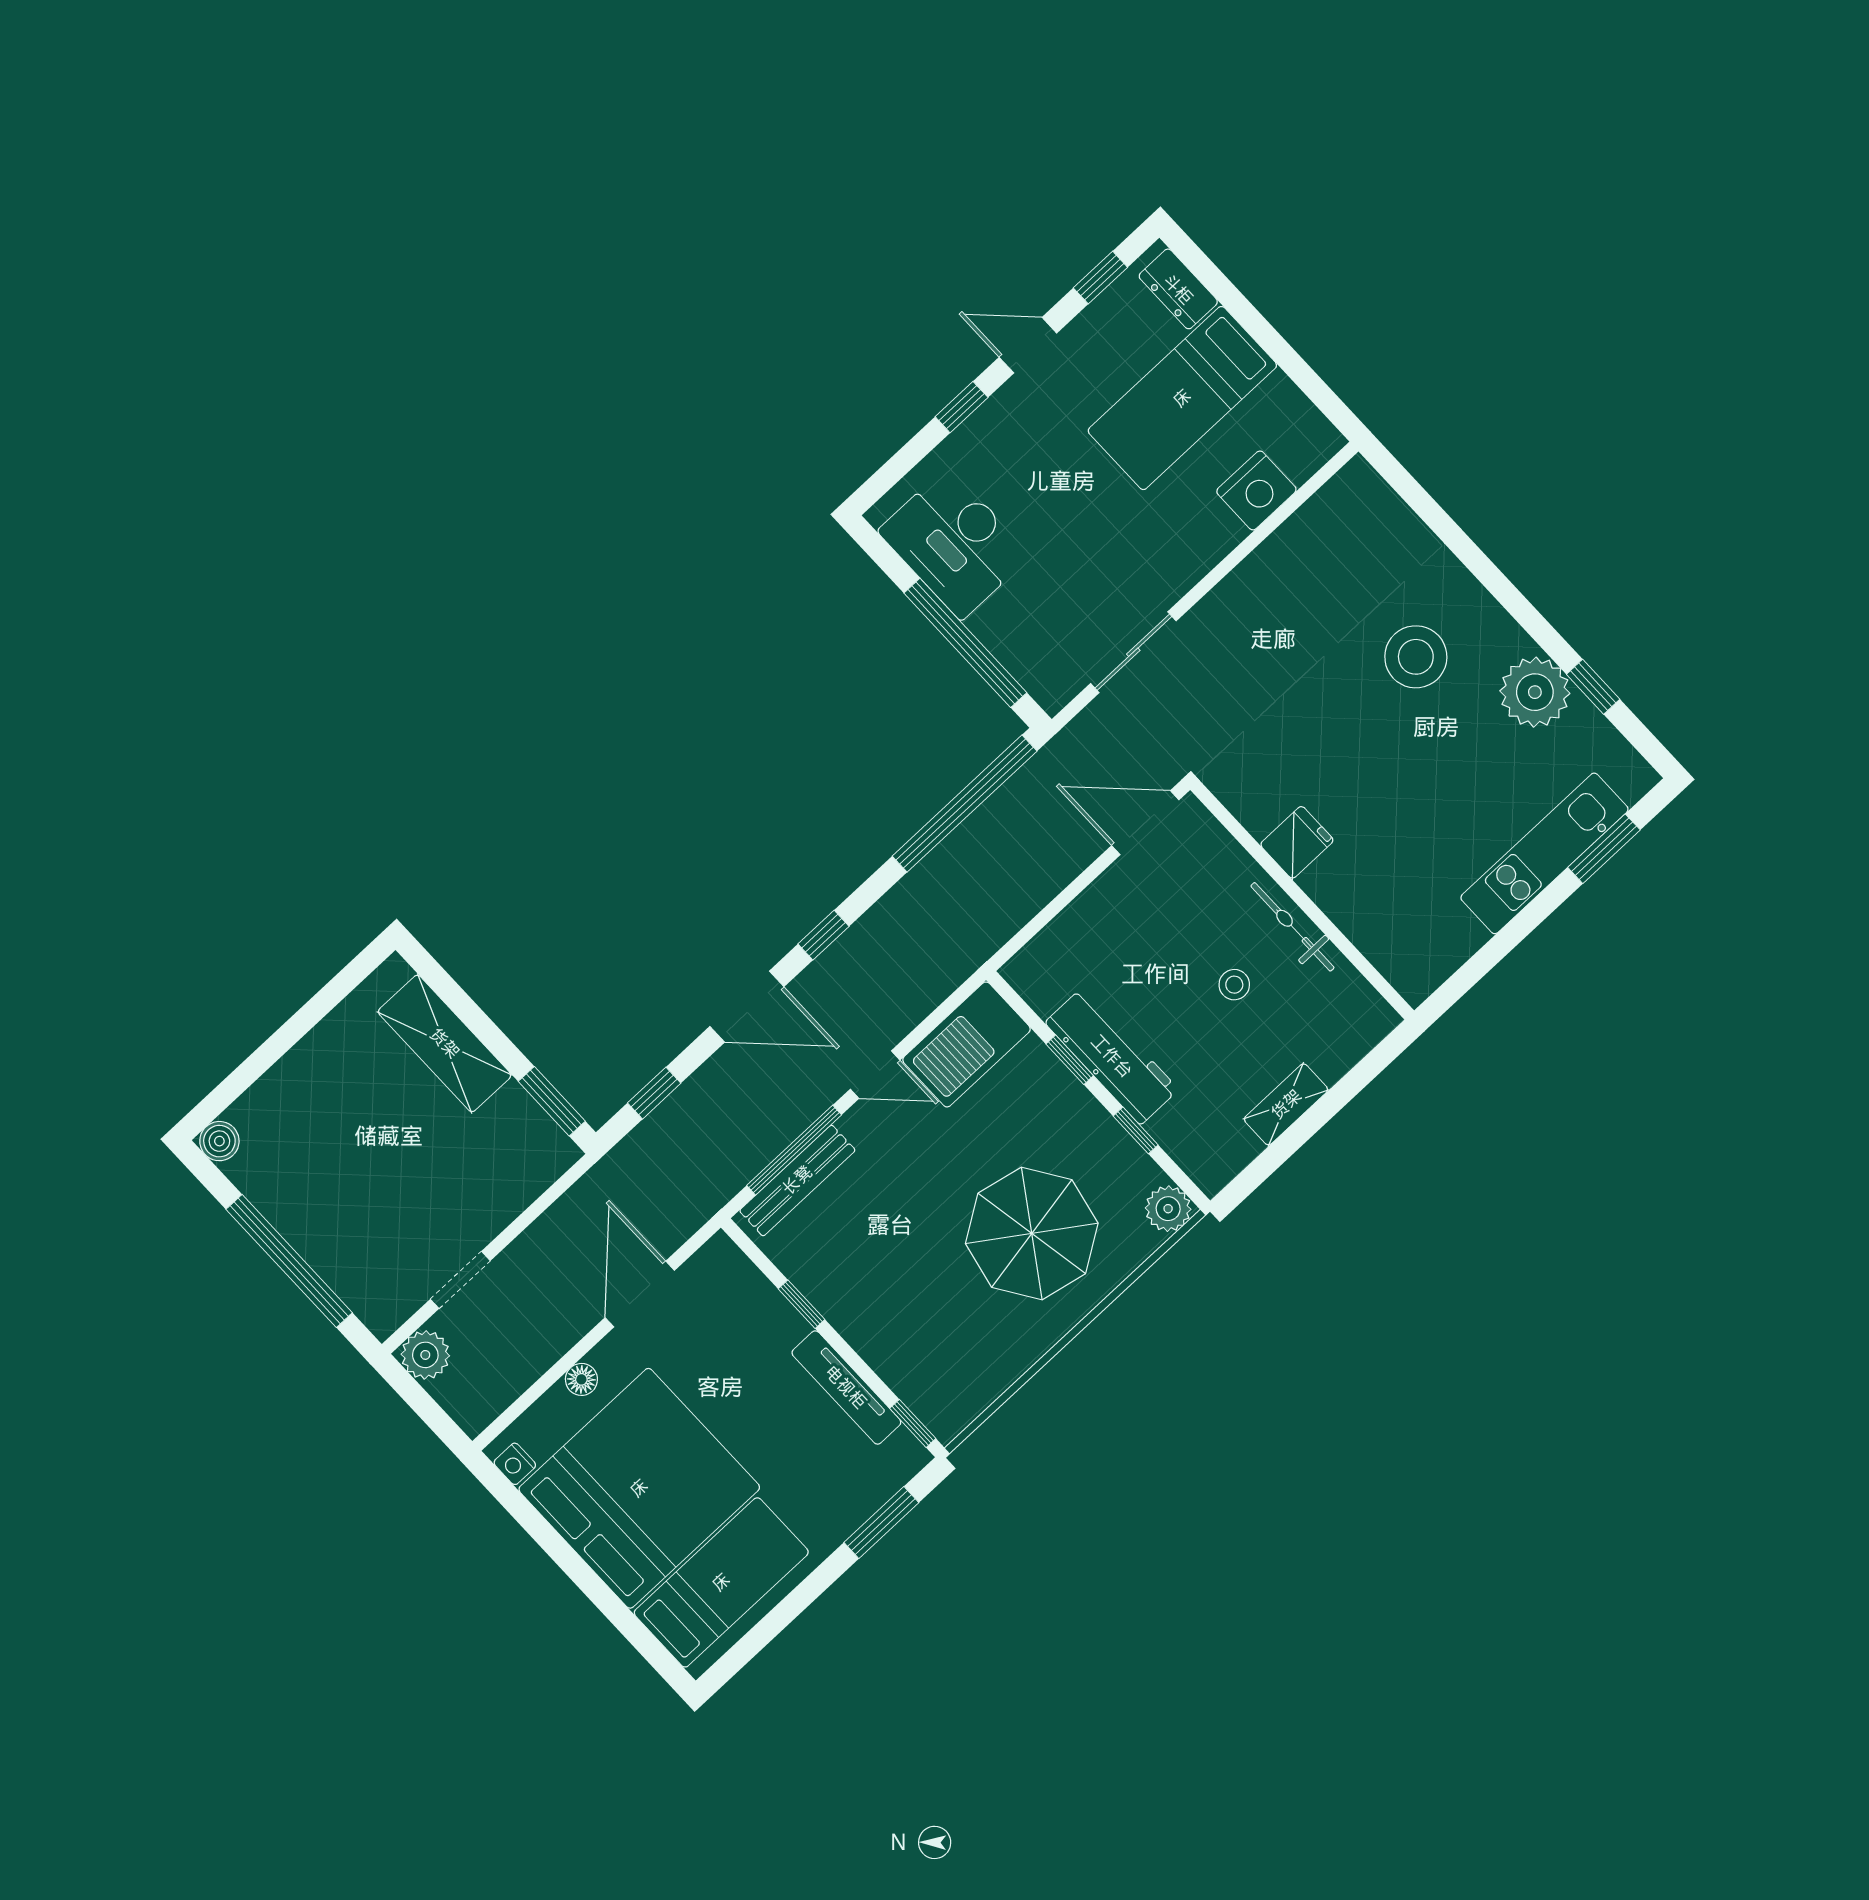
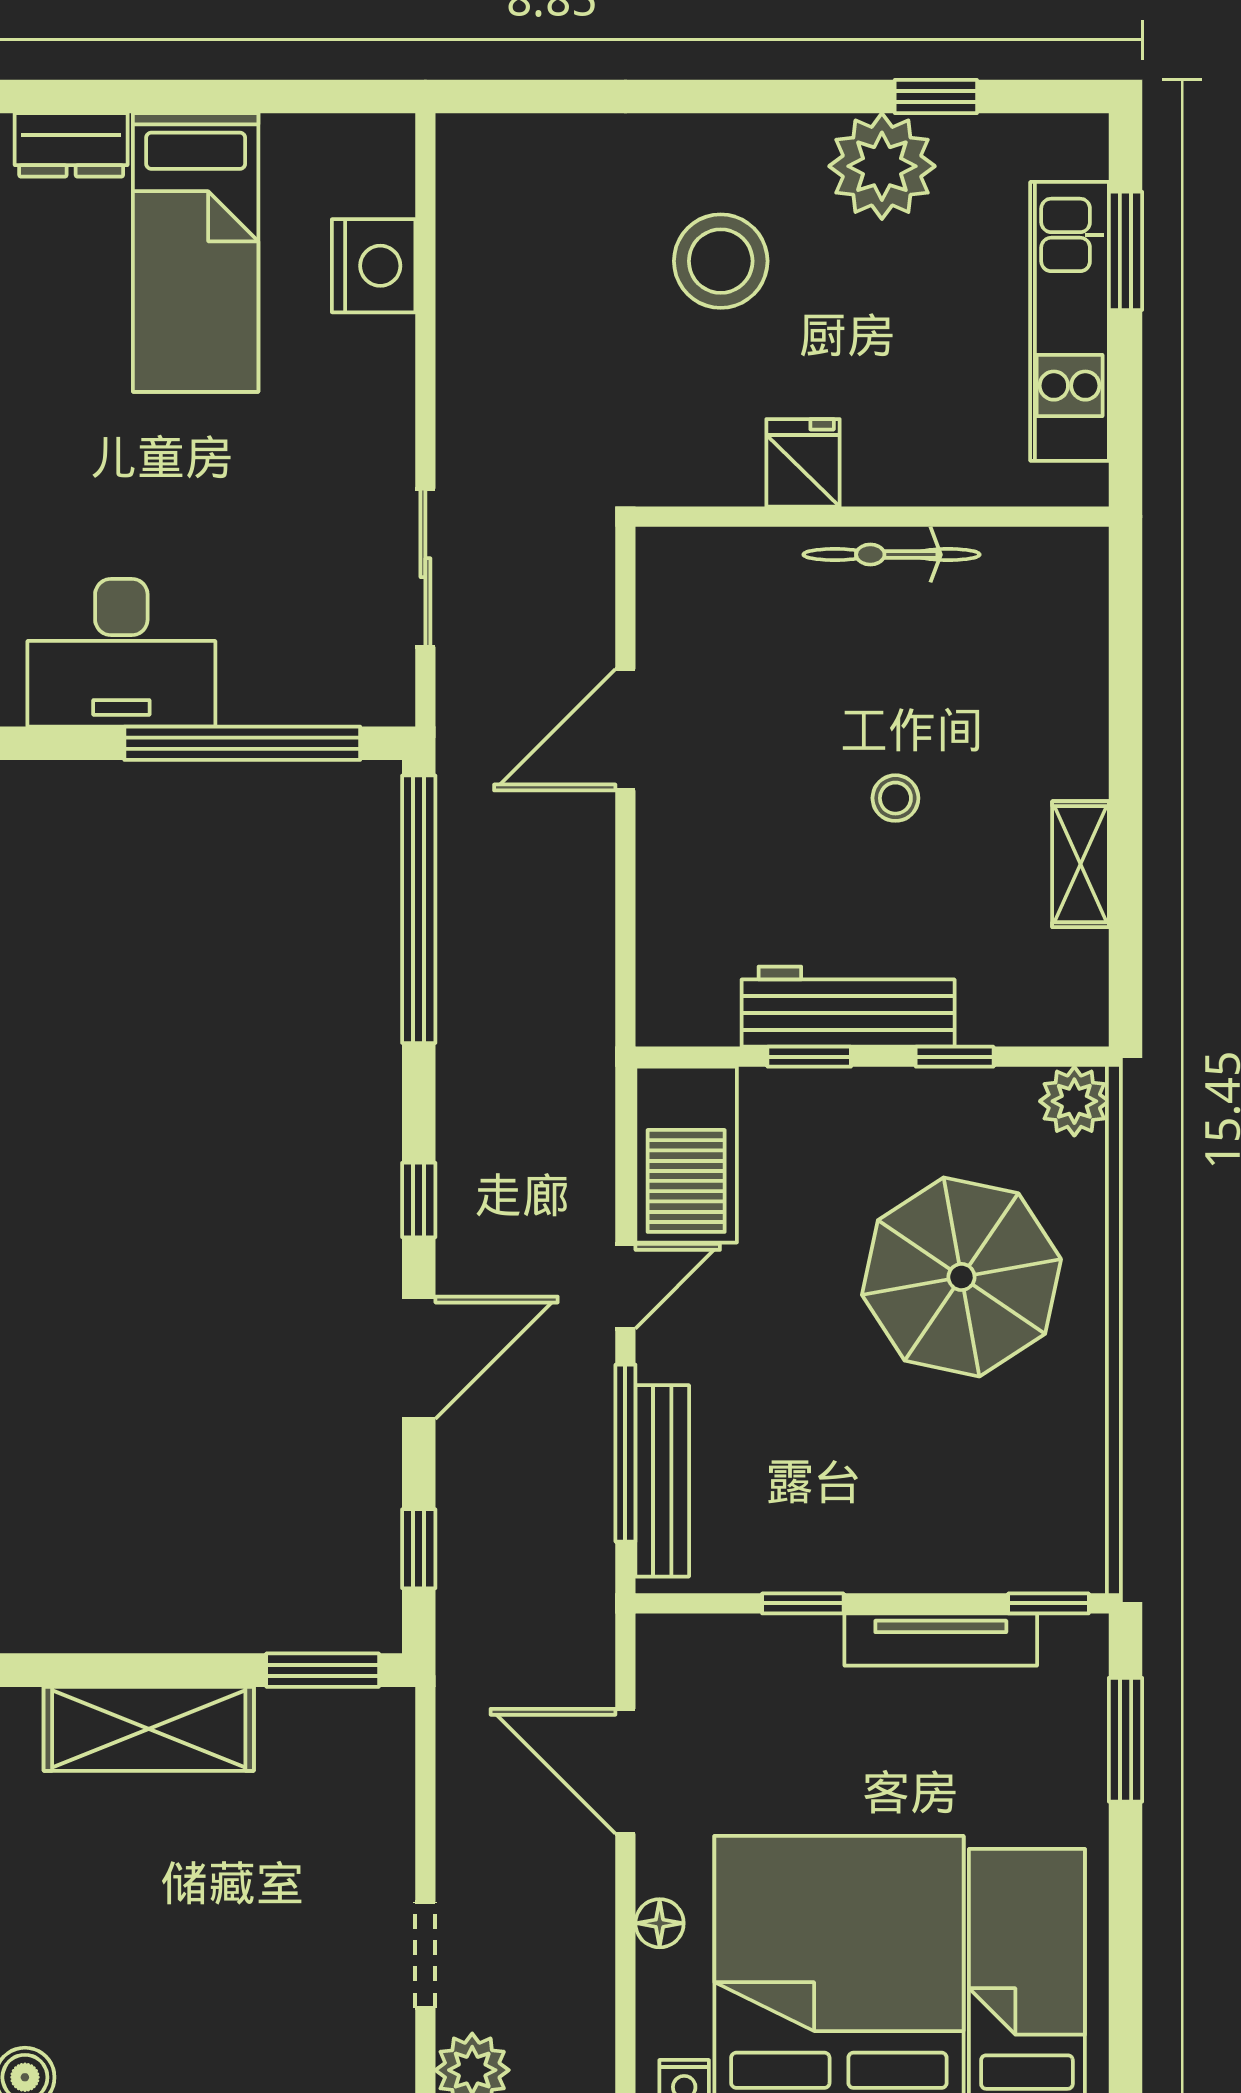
fridge: (1297, 842) -> (803, 463), moved
wall: (1302, 900) -> (872, 517), moved
bicycle: (1292, 927) -> (891, 555), moved

